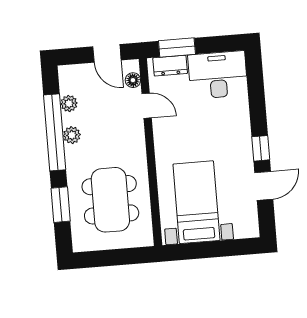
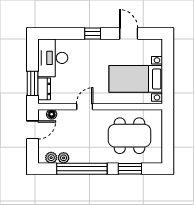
door: (147, 106) -> (85, 107), moved
plant: (72, 135) -> (51, 158), moved
window: (261, 148) -> (93, 34), moved

